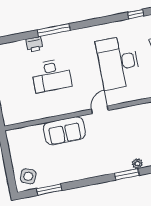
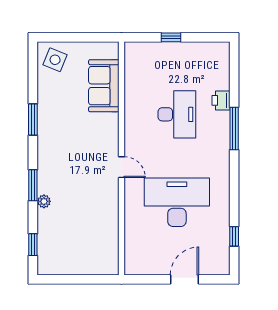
desk: (51, 76) -> (177, 114), turned 180
sofa: (64, 131) -> (104, 86), moved
window: (49, 190) -> (33, 119), moved

